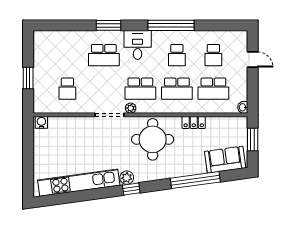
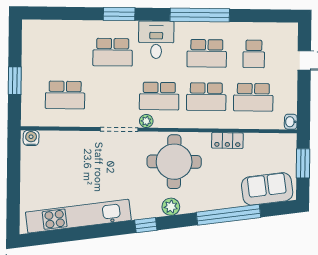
school desk: (177, 55) -> (207, 53), width x1.85
school desk: (67, 89) -> (65, 95), width x1.85
plant: (127, 178) -> (171, 207), moved

